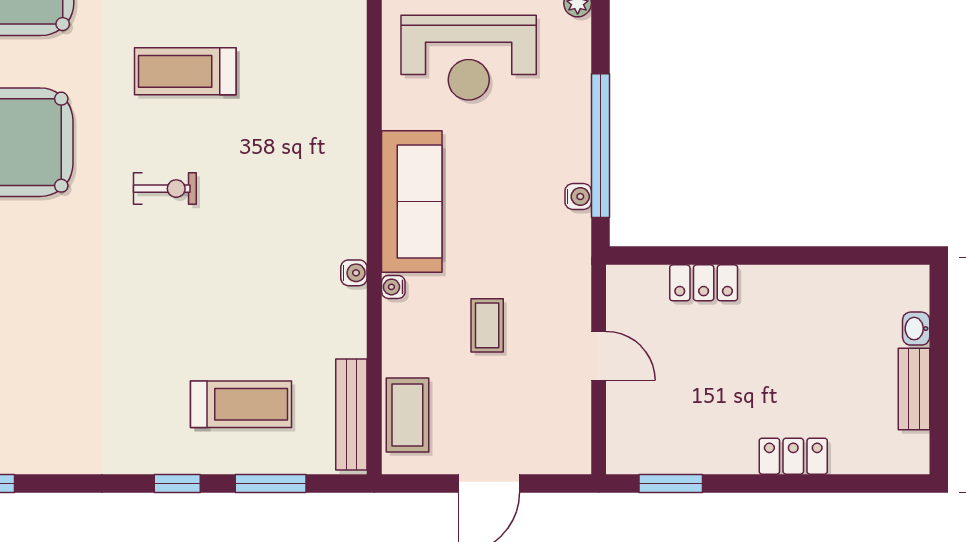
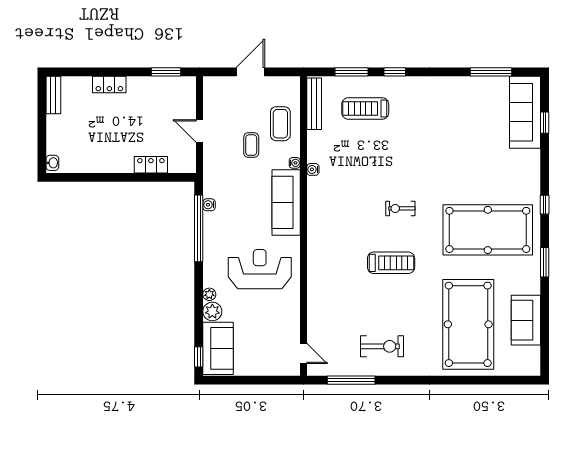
washbasin: (916, 329) -> (52, 163), moved
bench: (914, 389) -> (53, 95), moved
coffee table: (407, 415) -> (280, 124), moved

